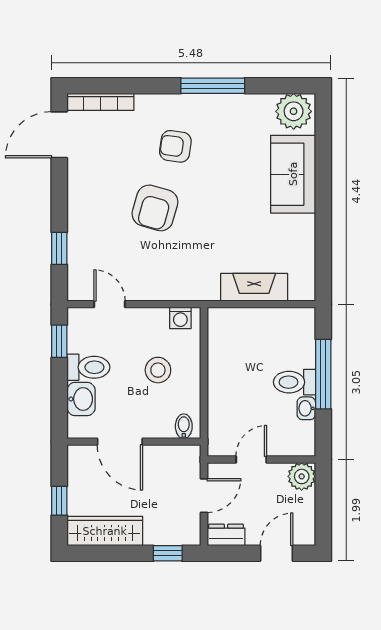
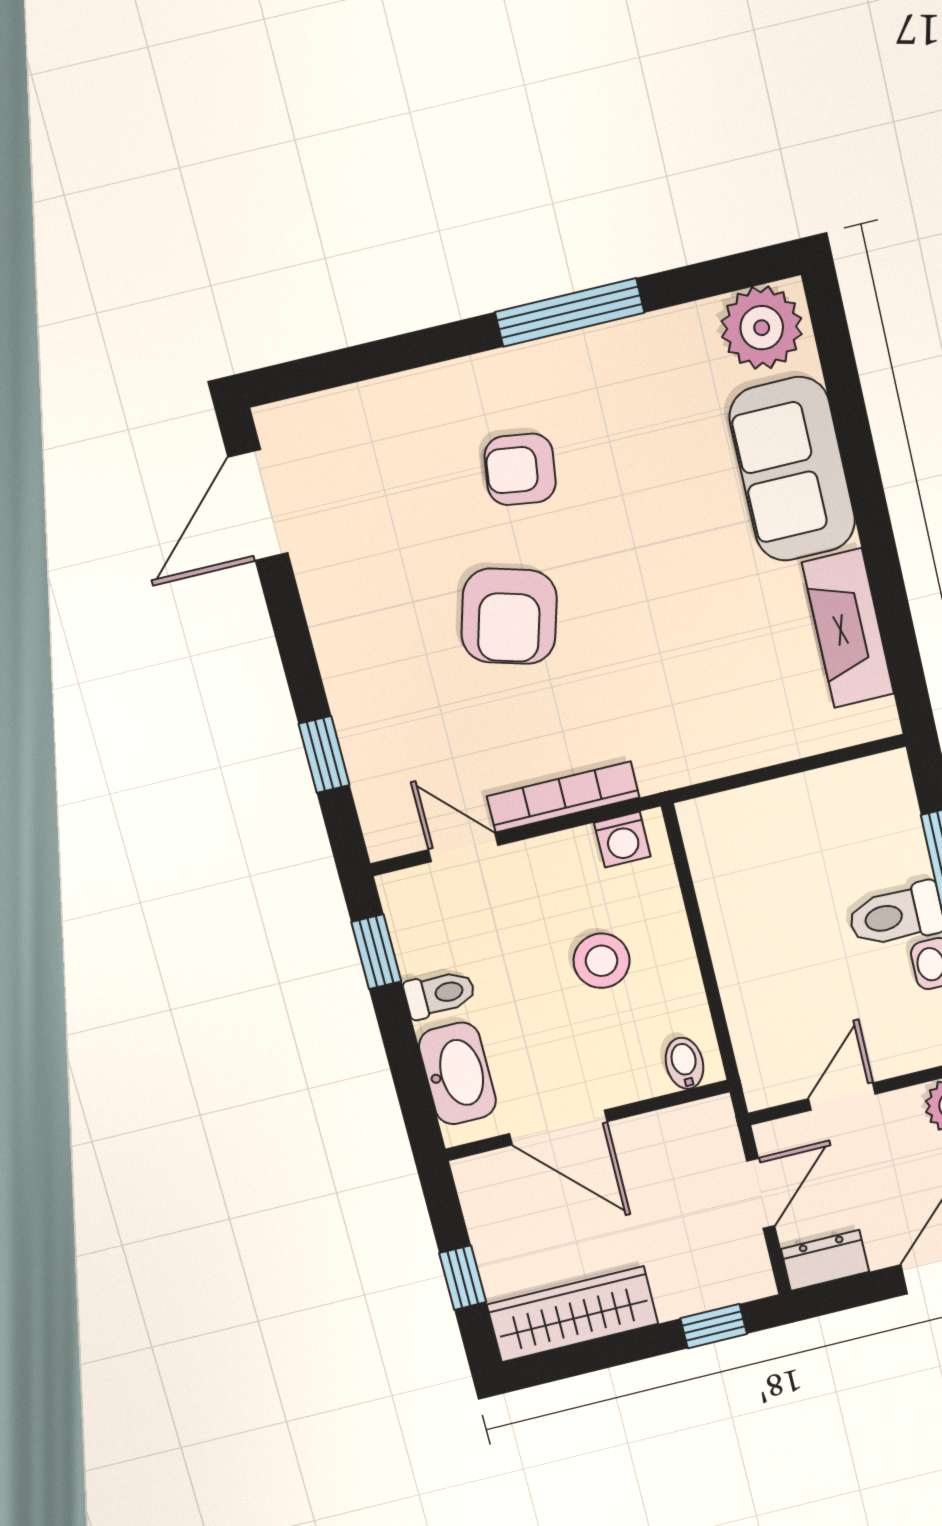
bookcase: (100, 102) -> (563, 797), moved, turned 180
fireplace: (254, 287) -> (848, 628), moved, turned -90
toilet: (88, 367) -> (440, 994), width x0.73, depth x0.72
washbasin: (81, 399) -> (457, 1073), width x1.38

